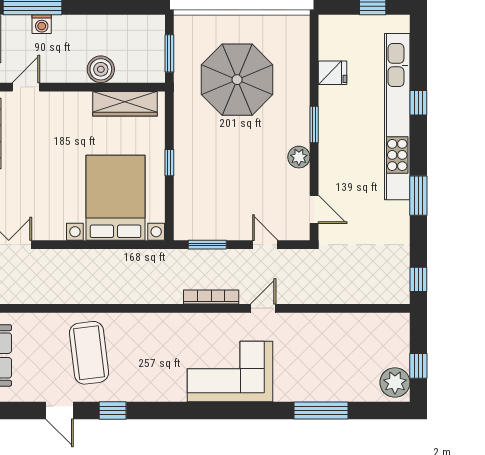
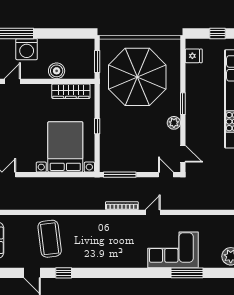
washing machine: (42, 24) -> (27, 49), width x1.89, depth x1.89
fridge: (332, 73) -> (194, 56), moved
parasol: (237, 80) -> (137, 77), width x1.36, depth x1.36
window: (207, 245) -> (120, 175), width x1.44
door: (265, 245) -> (166, 175), moved
corner sofa: (230, 372) -> (173, 250), moved

